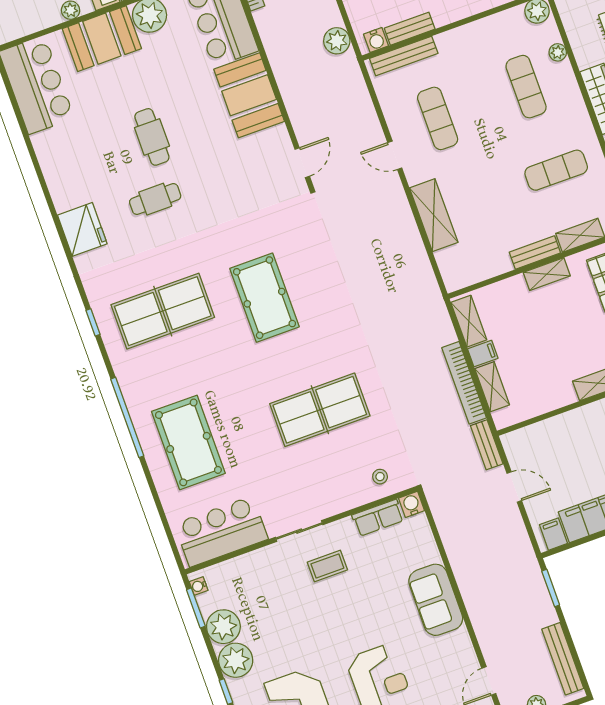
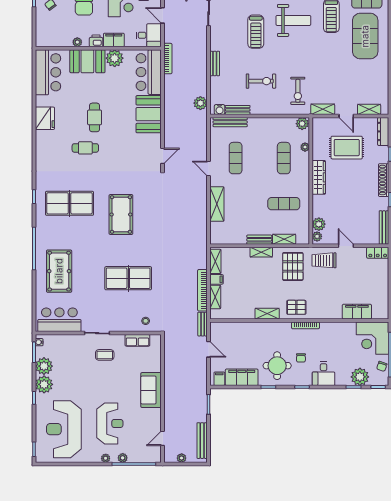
fridge: (82, 229) -> (45, 118), moved
water cooler: (411, 504) -> (156, 340), removed

